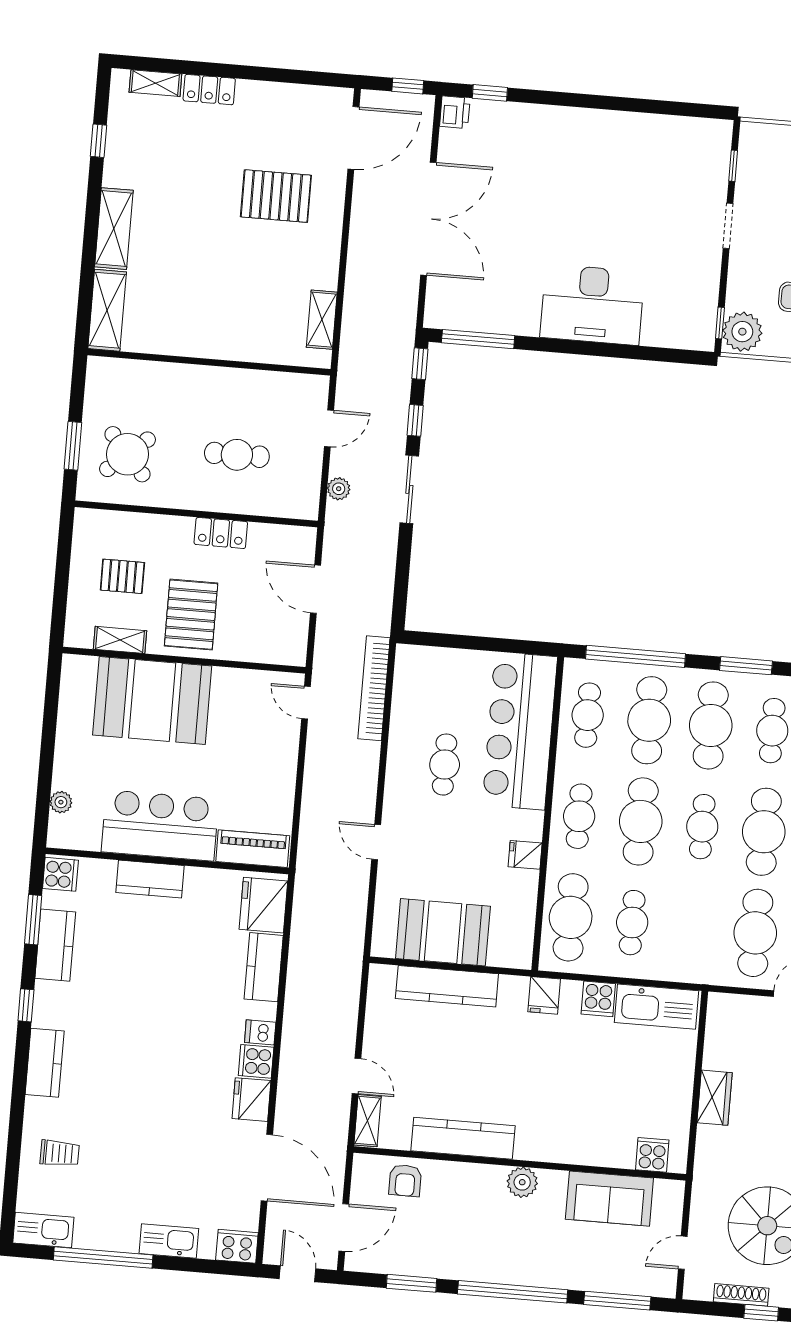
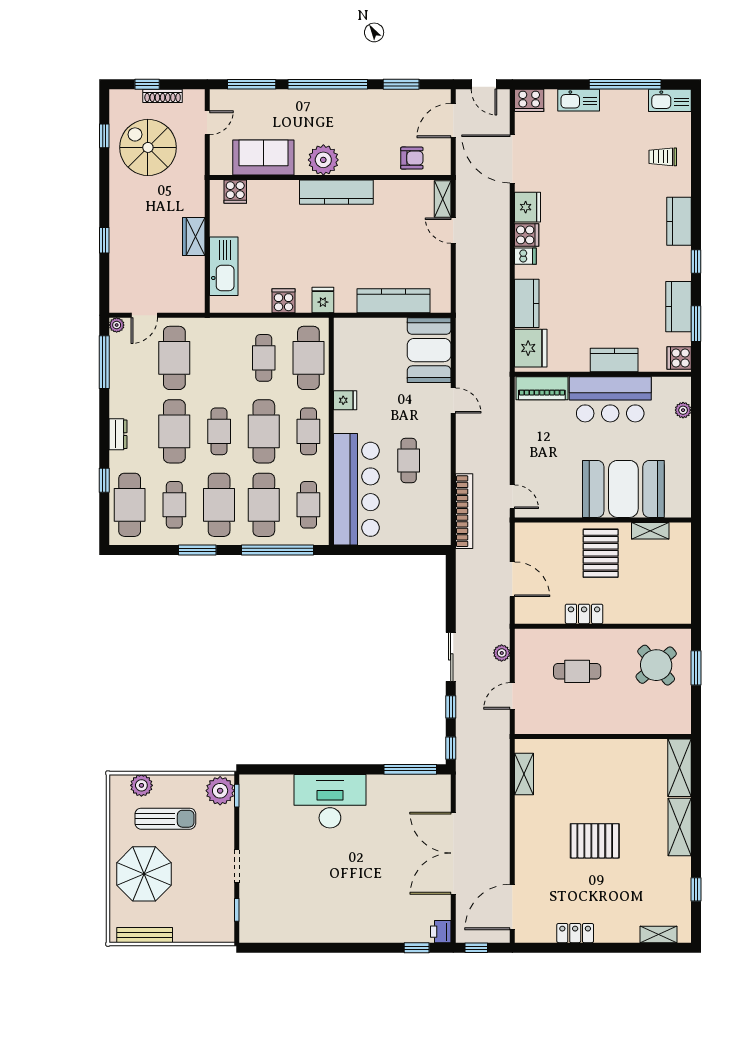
locker: (209, 90) -> (575, 933), moved
pallet: (276, 196) -> (595, 841), moved
pallet: (122, 576) -> (652, 577), removed
booth: (443, 932) -> (429, 350), moved, turned 90
kitchen sink: (657, 1007) -> (224, 266), moved, turned 90
kitchen counter: (463, 1138) -> (336, 192), moved
armchair: (405, 1181) -> (412, 158), turned 90
plant: (522, 1182) -> (323, 160), width x1.36, depth x1.36

